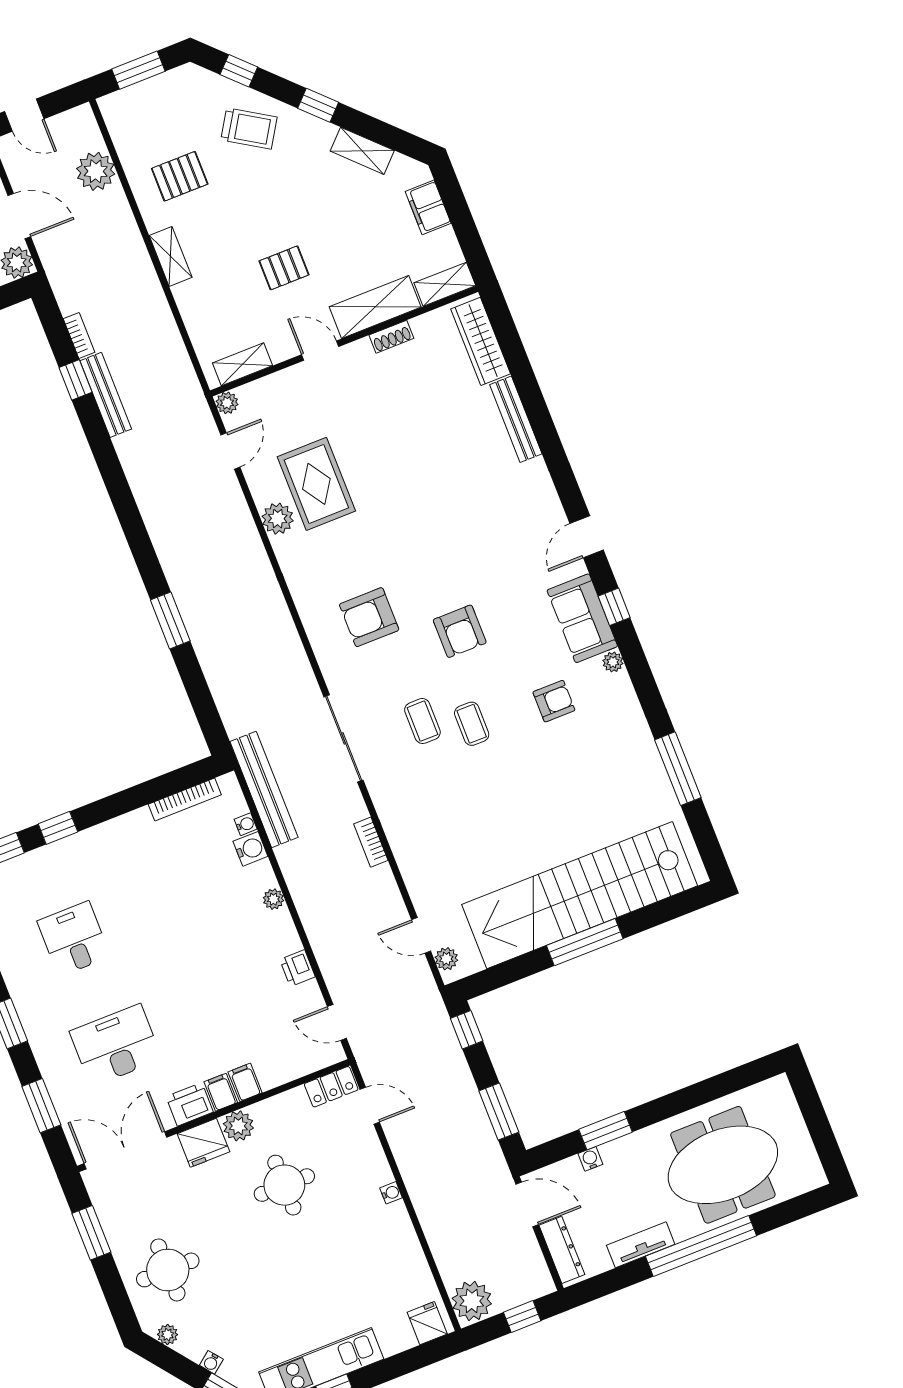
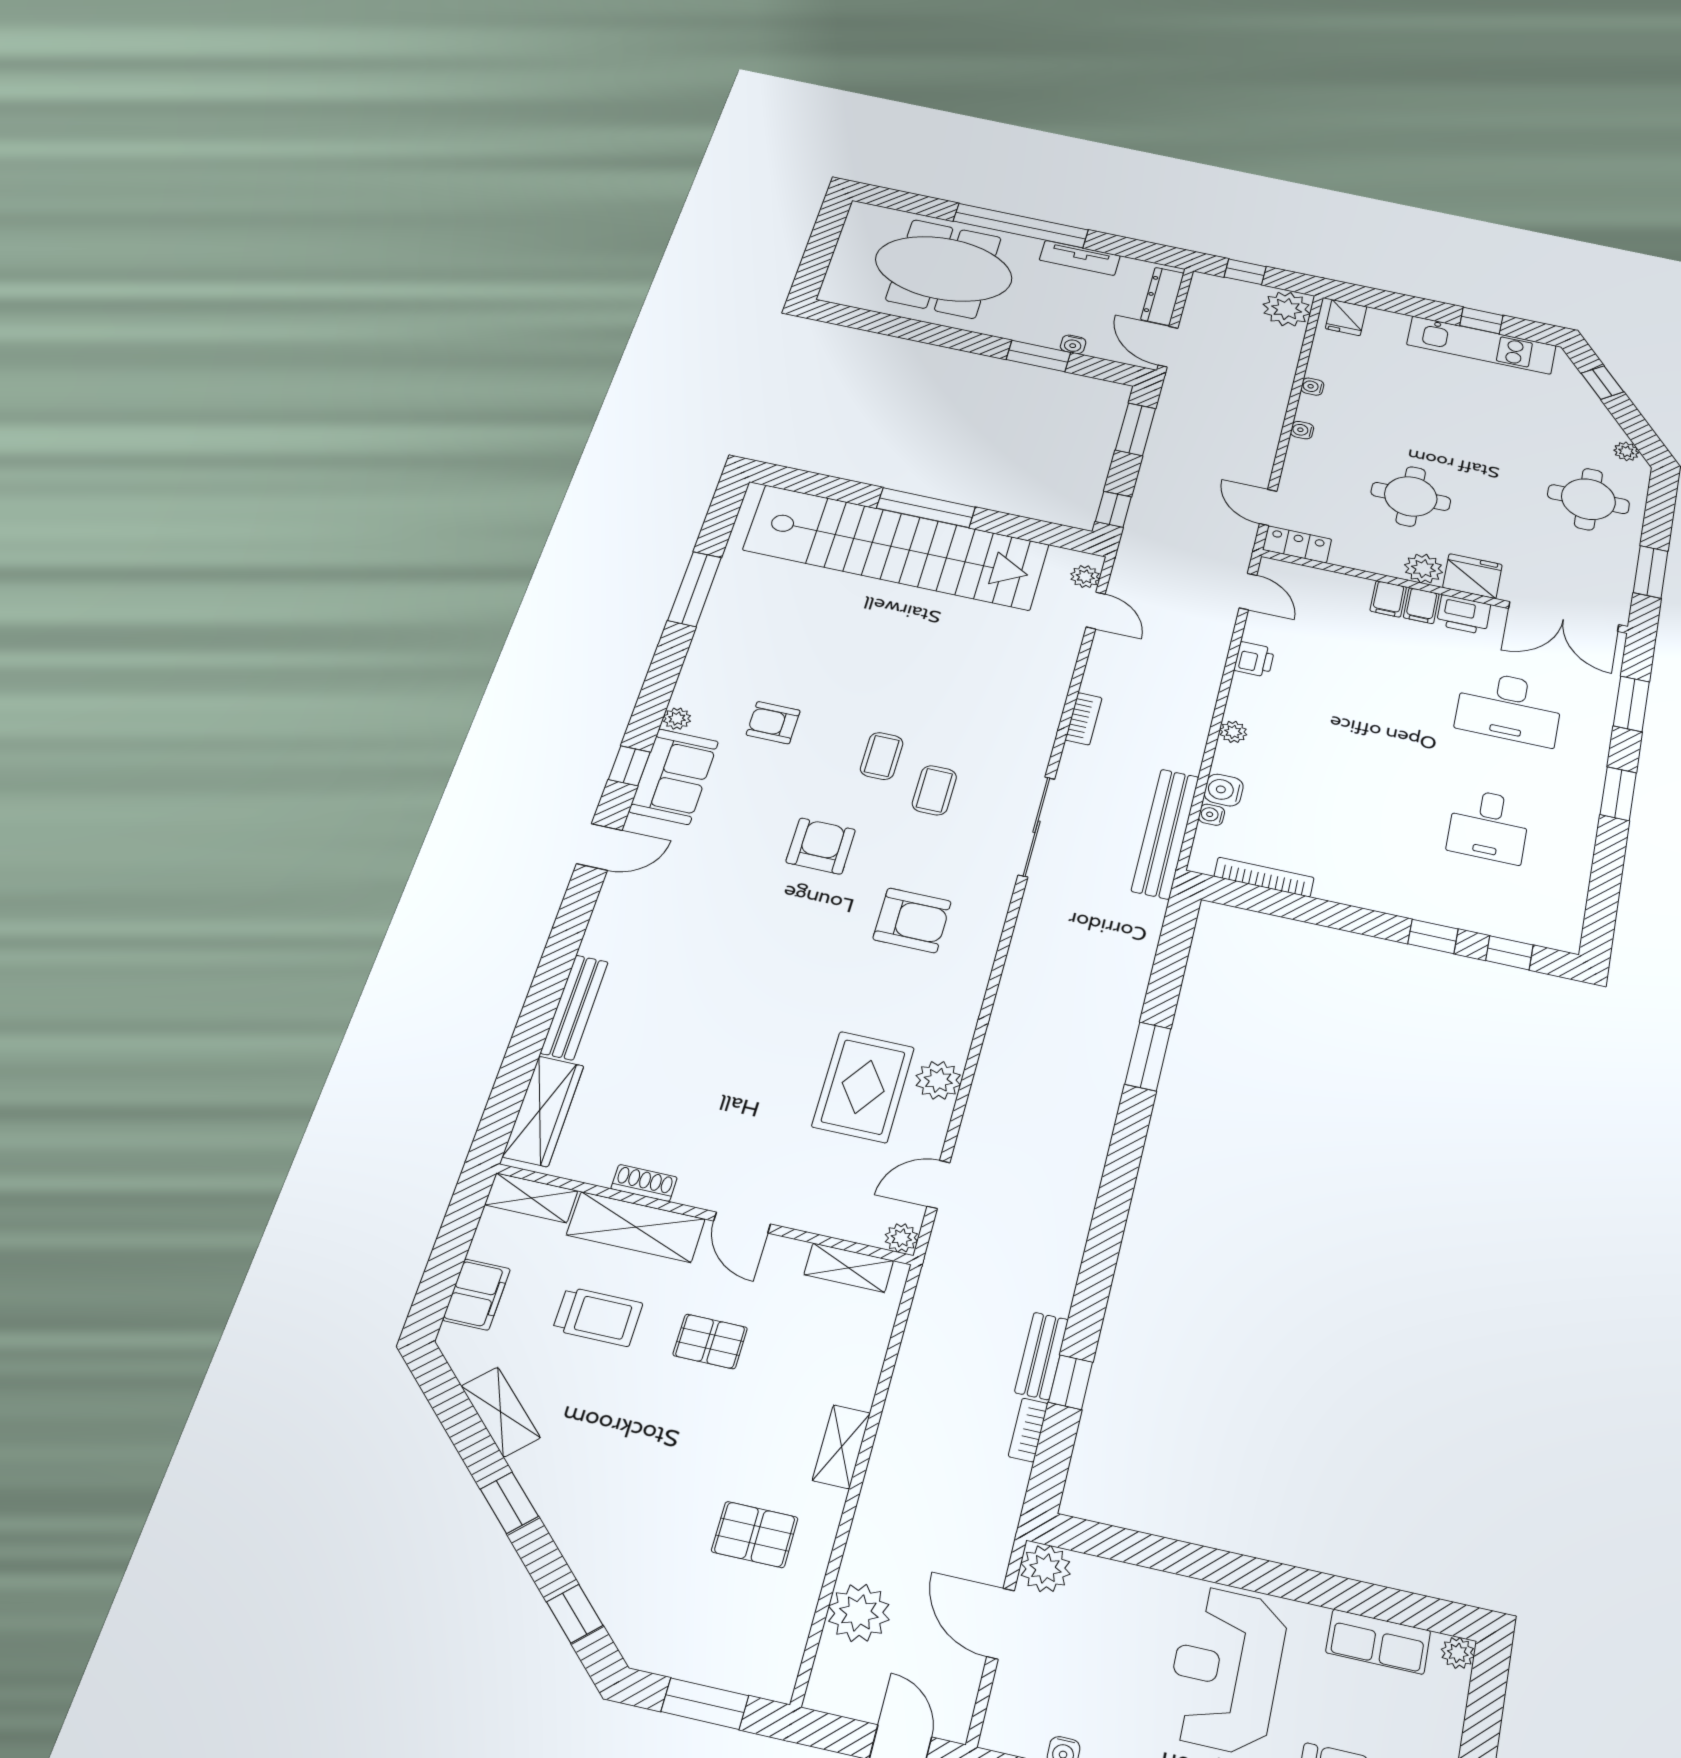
trolley: (249, 129) -> (598, 1317), moved, turned 148
bench: (106, 395) -> (1042, 1356), width x0.73
water cooler: (211, 1362) -> (1312, 387), moved, turned -142

